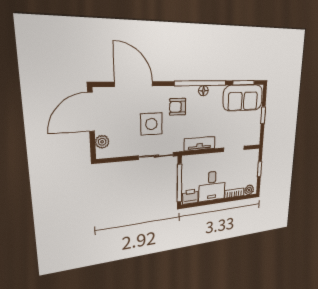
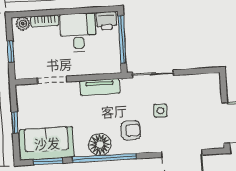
floor lamp: (203, 91) -> (100, 144), width x1.89, depth x1.89
side table: (151, 124) -> (160, 111), width x0.54, depth x0.54
plant: (102, 142) -> (214, 91), removed

